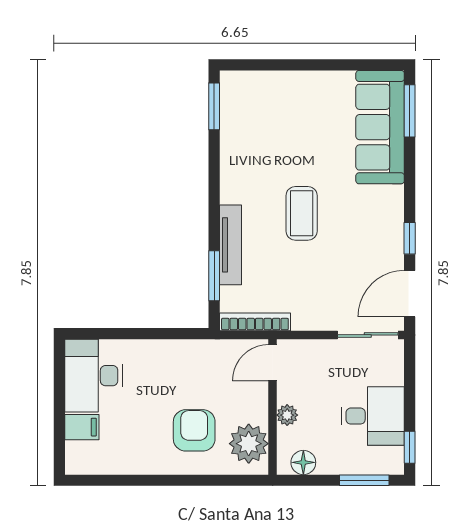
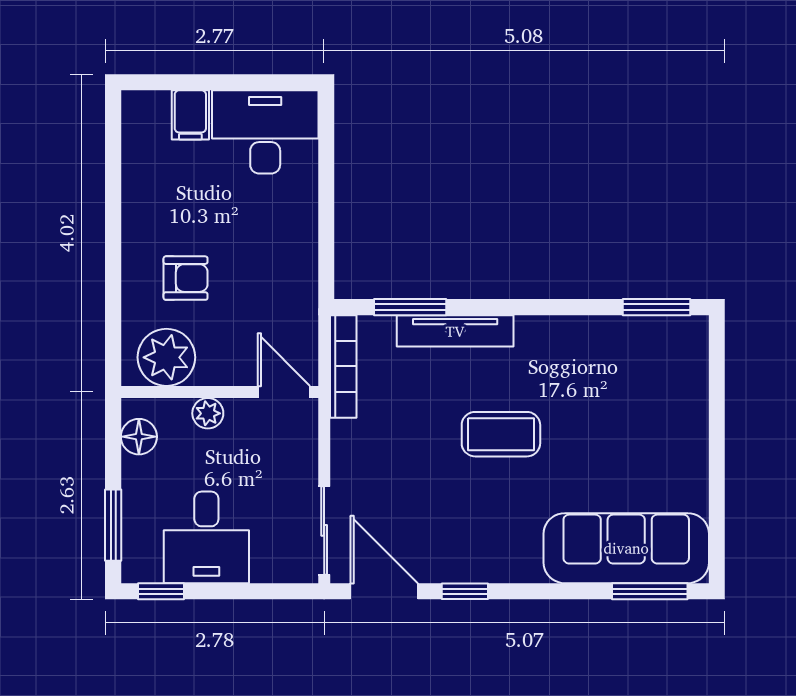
armchair: (194, 430) -> (186, 278), width x0.72, depth x0.72

